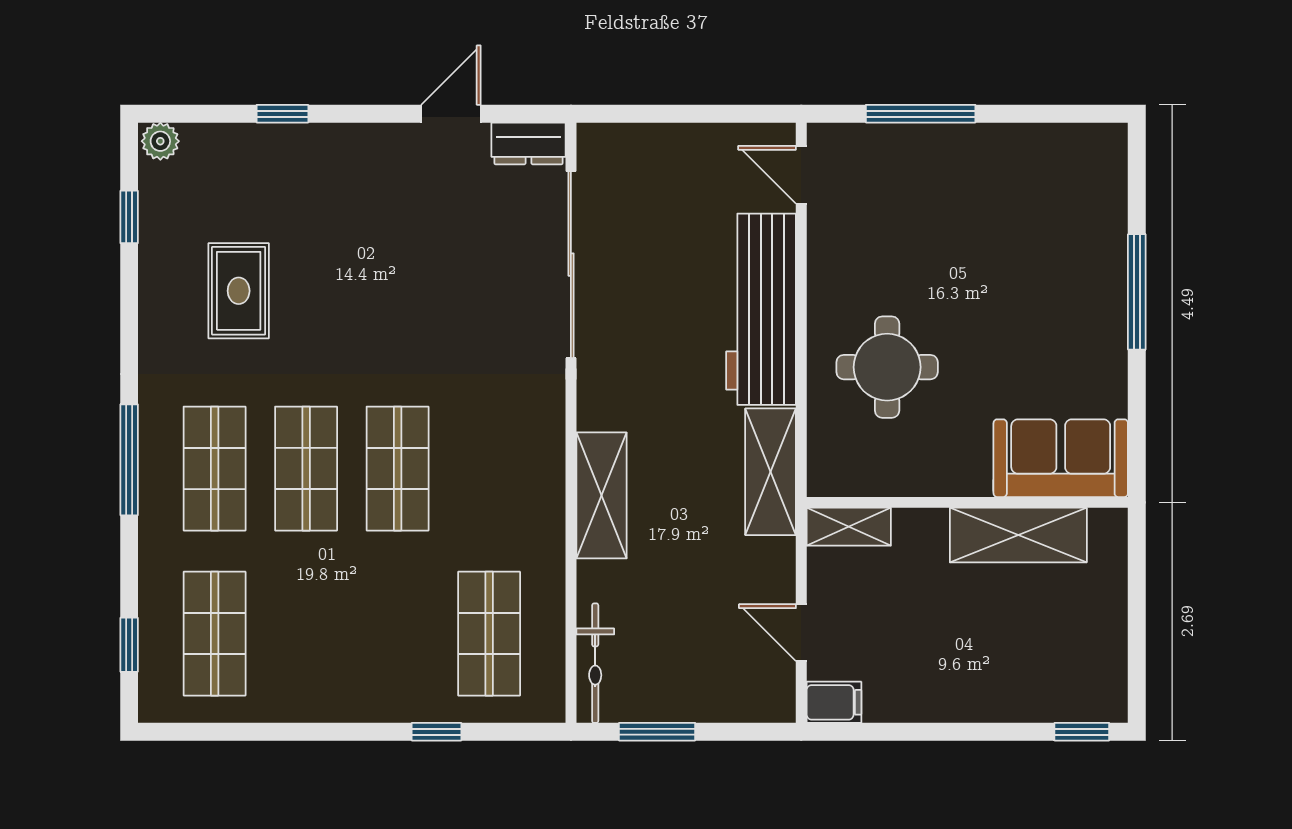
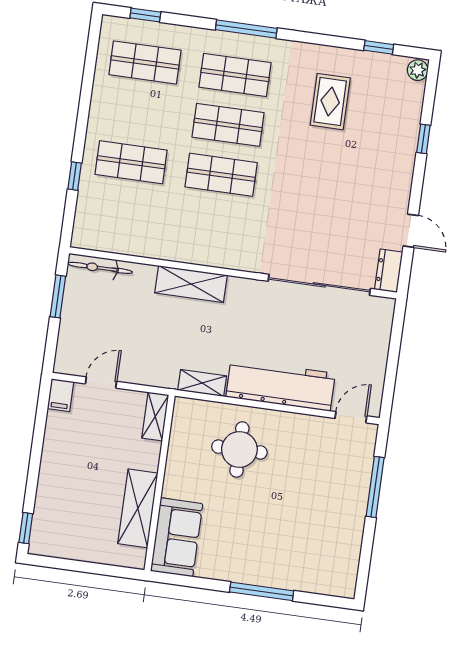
rug: (239, 291) -> (330, 102), turned 90
shelving: (771, 472) -> (202, 383), width x0.67, depth x0.75
shop shelf: (489, 634) -> (131, 162), moved

